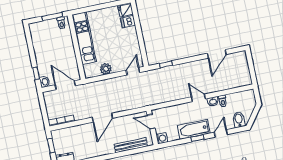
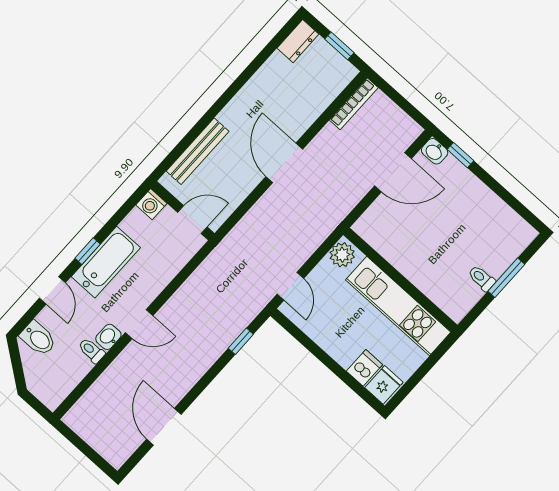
kitchen unit: (84, 38) -> (398, 306), moved
wall: (76, 47) -> (400, 280), moved

